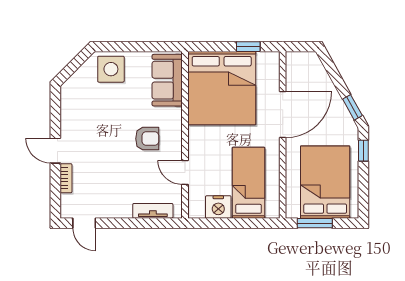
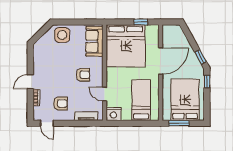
door: (55, 151) -> (30, 82), hinge flipped
armchair: (108, 189) -> (60, 103), added
nightstand: (218, 207) -> (114, 114), moved

